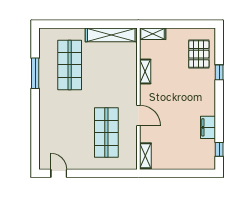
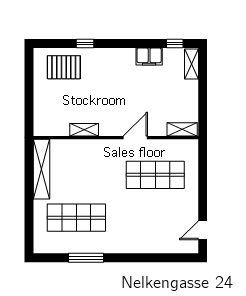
shelving: (153, 34) -> (192, 64), moved

